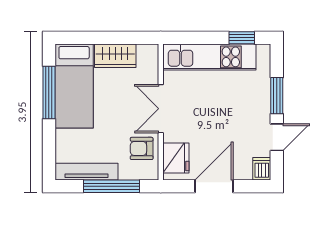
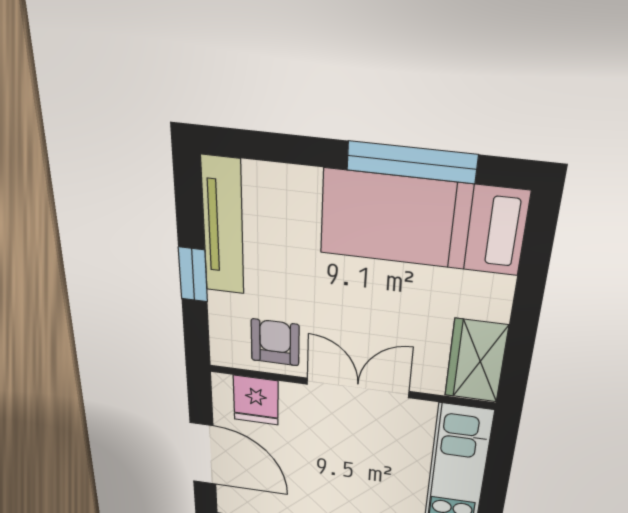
wardrobe: (115, 56) -> (476, 361), moved
fridge: (176, 158) -> (256, 400), width x0.72
window: (111, 186) -> (193, 275), width x0.46

